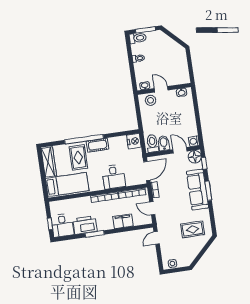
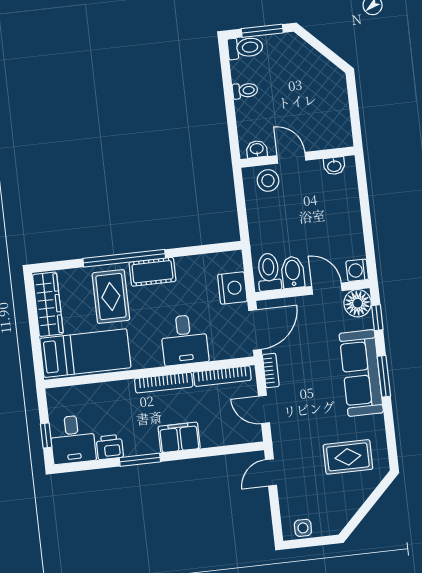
nightstand: (134, 141) -> (232, 288), moved
filing cabinet: (123, 221) -> (179, 437), moved
printer: (85, 225) -> (110, 447), width x0.53, depth x0.68

